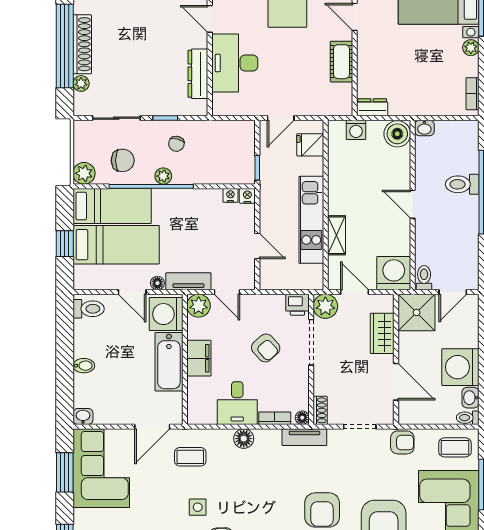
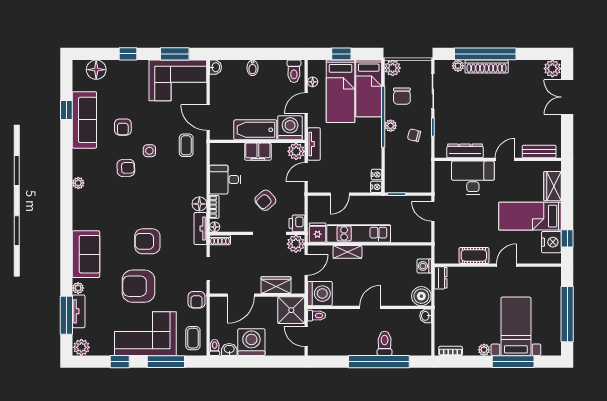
fridge: (310, 145) -> (318, 233), moved
floor lamp: (157, 283) -> (313, 82), moved
floor lamp: (244, 439) -> (199, 204), moved

